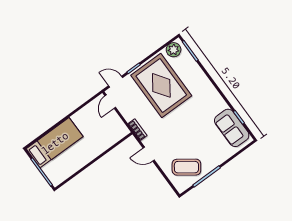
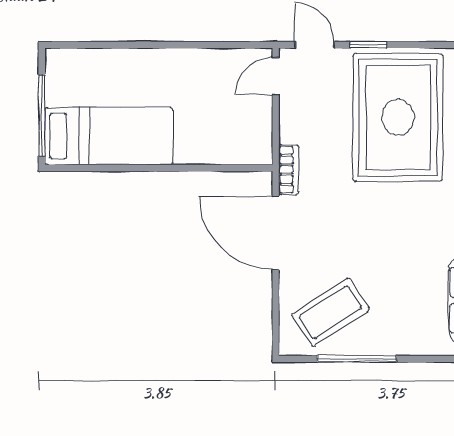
bed: (55, 143) -> (109, 136), moved
door: (149, 154) -> (276, 233), width x1.87
coffee table: (186, 167) -> (331, 312), turned -69

